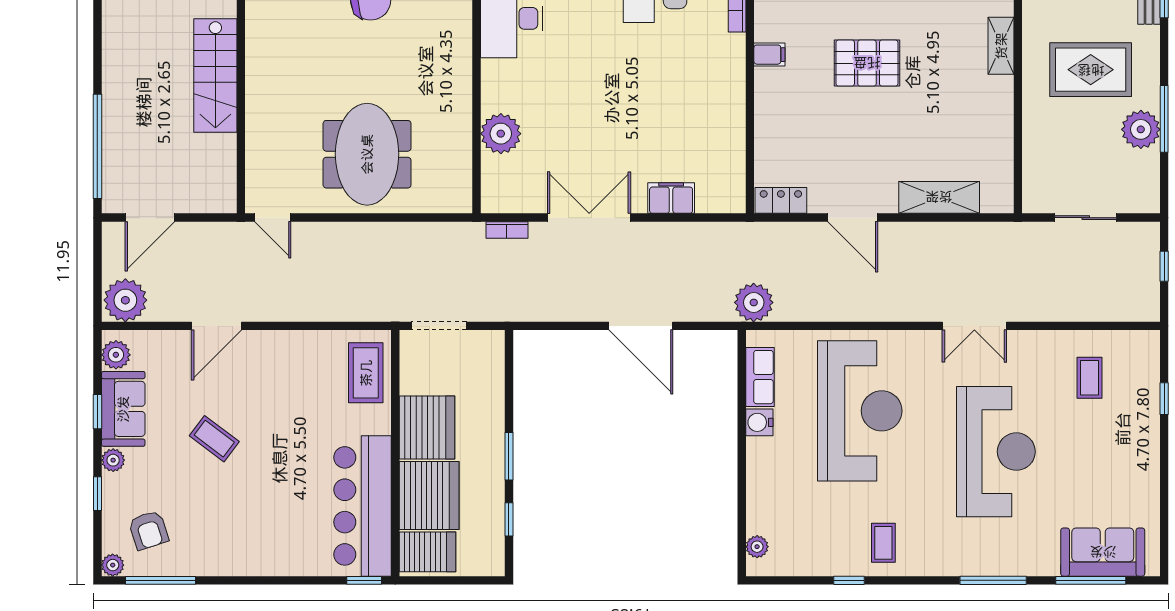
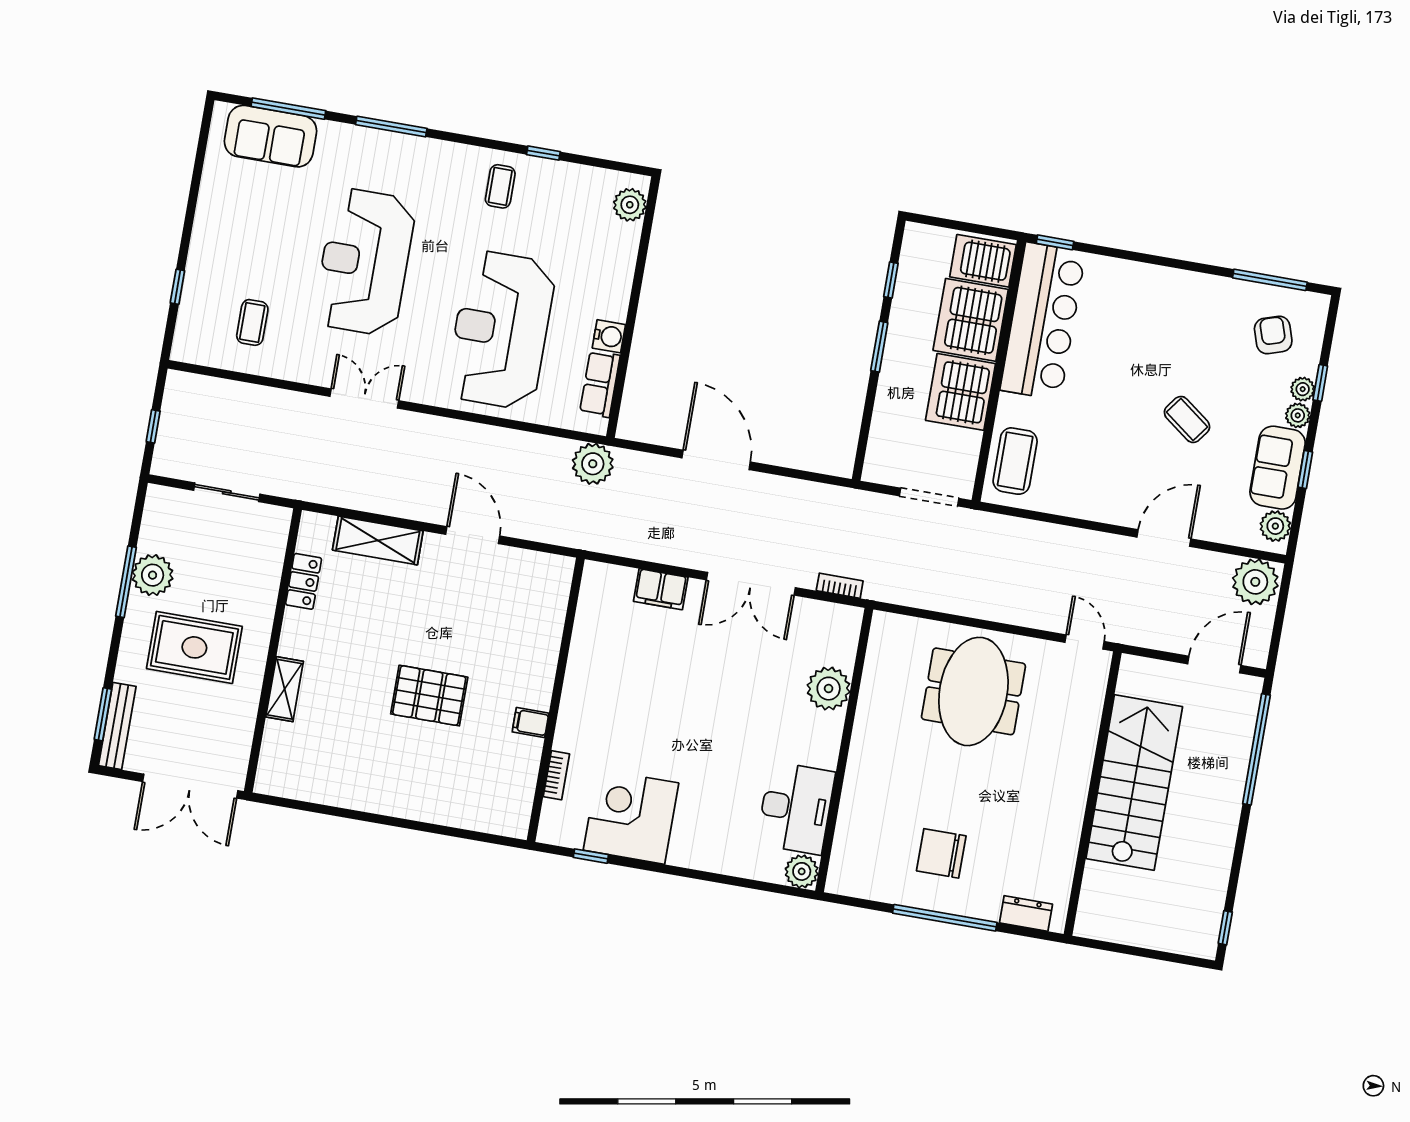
stairs: (215, 76) -> (1134, 783), width x1.36, depth x1.51
locker: (781, 200) -> (304, 581), moved, turned -90
plant: (757, 547) -> (630, 205), width x1.38, depth x1.38
plant: (113, 565) -> (1303, 389), moved

